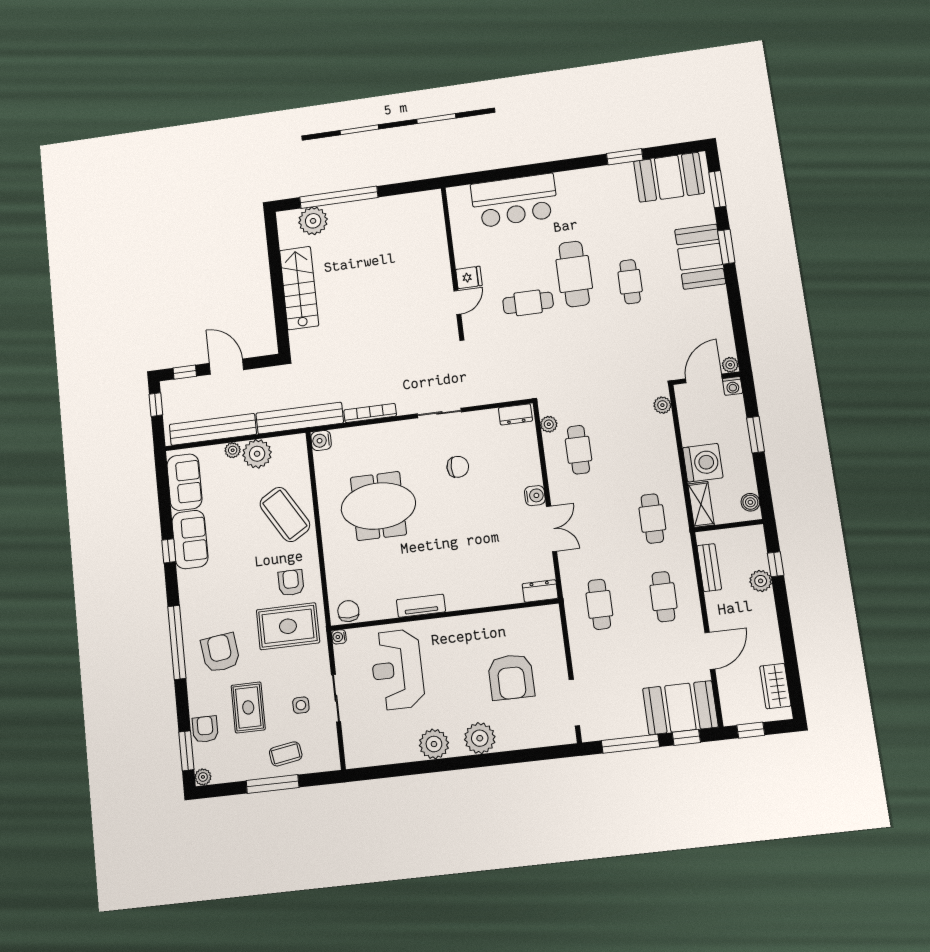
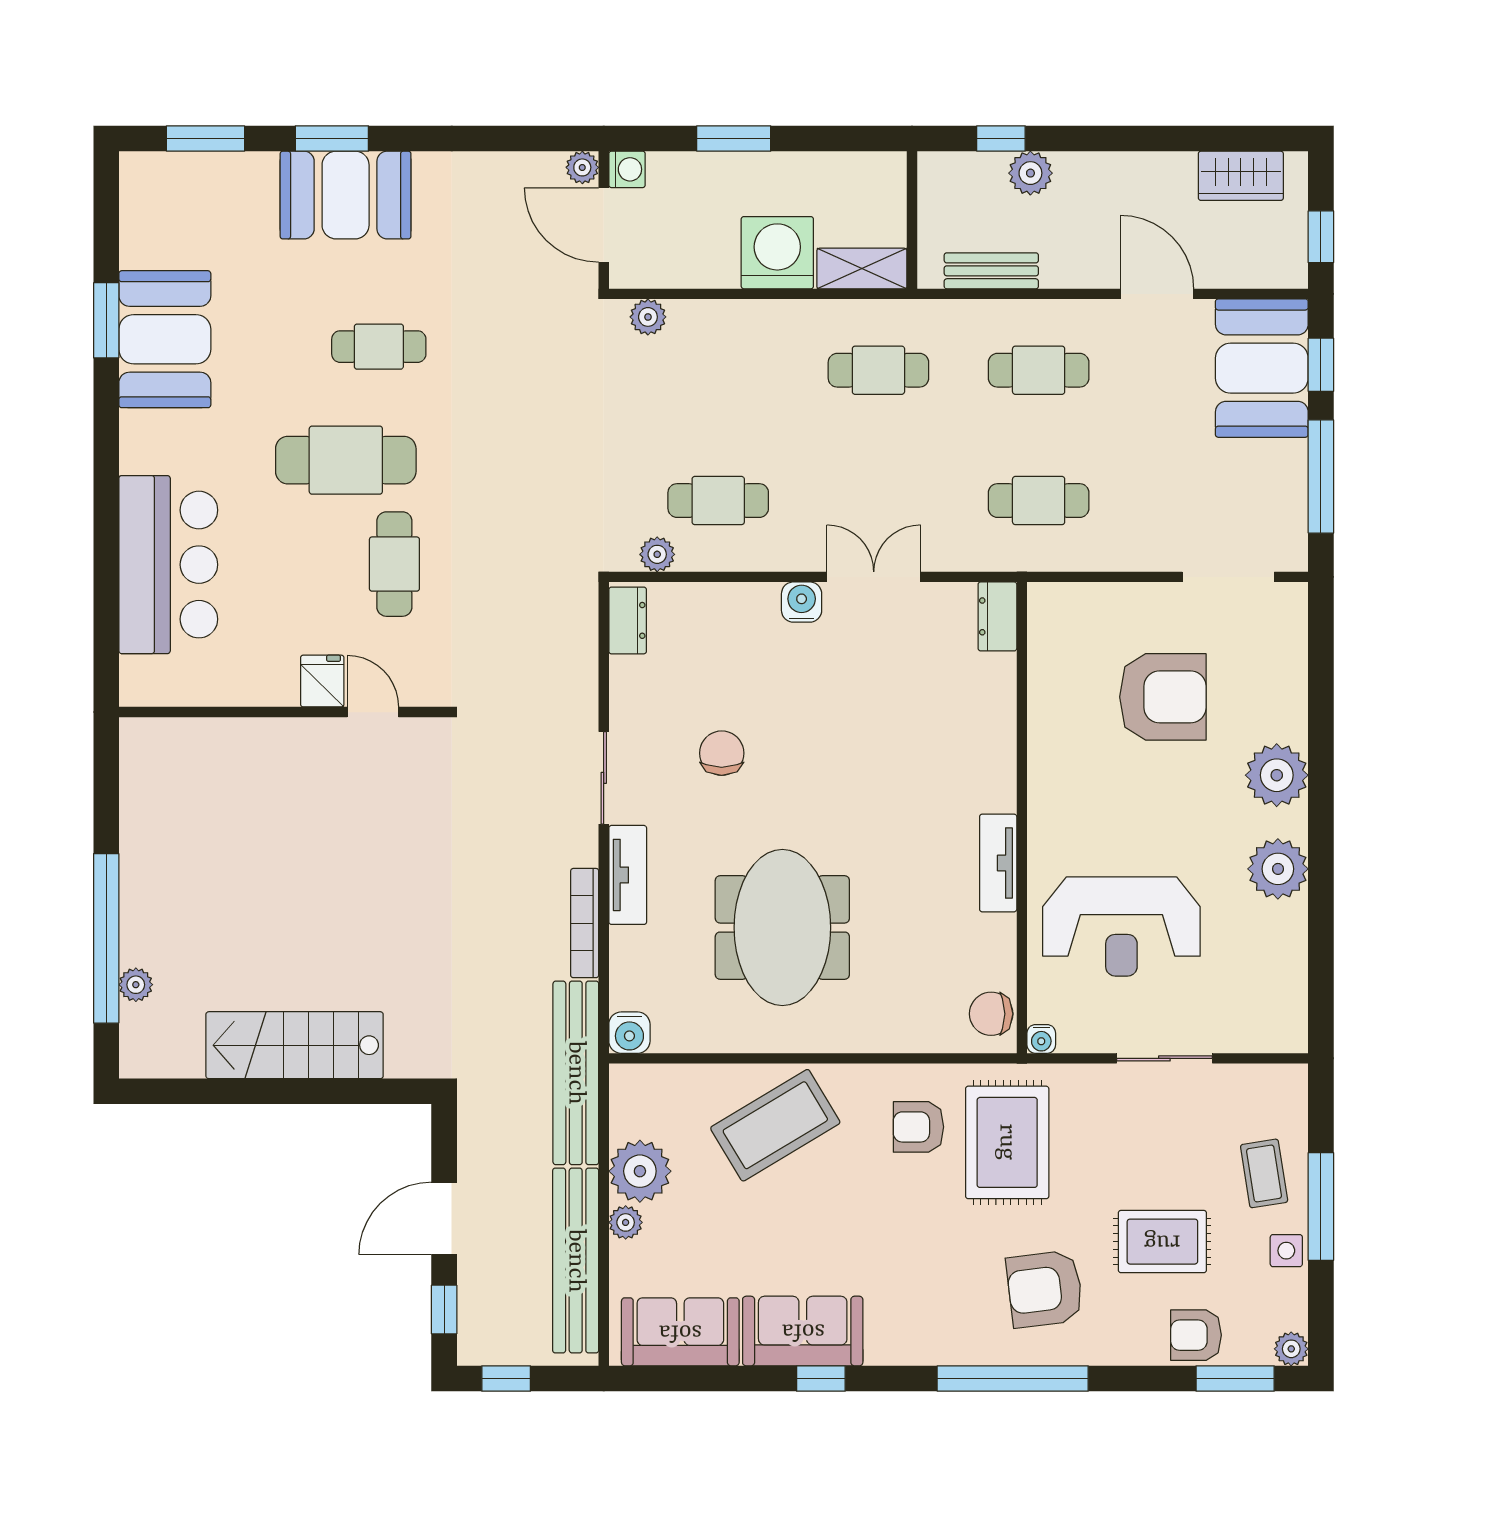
booth: (669, 177) -> (165, 339), moved
plant: (313, 221) -> (136, 985), width x0.53, depth x0.53
tv unit: (395, 430) -> (628, 875), added
boiler: (750, 502) -> (870, 169), removed
side table: (301, 705) -> (1286, 1251), moved

